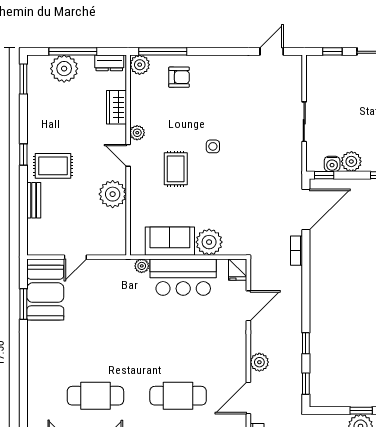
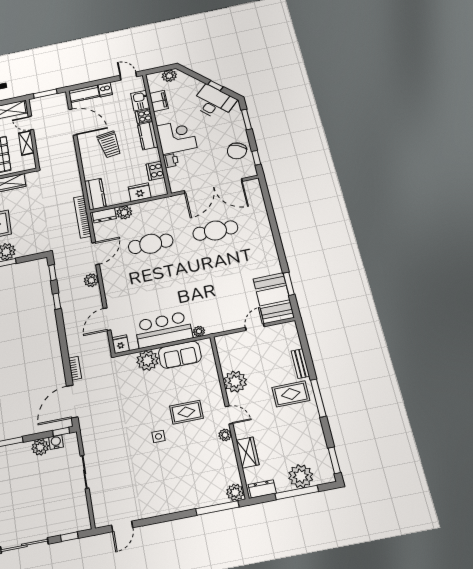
armchair: (179, 77) -> (199, 488), removed
window: (23, 154) -> (318, 398), width x2.17
rug: (176, 169) -> (186, 412), turned 90

